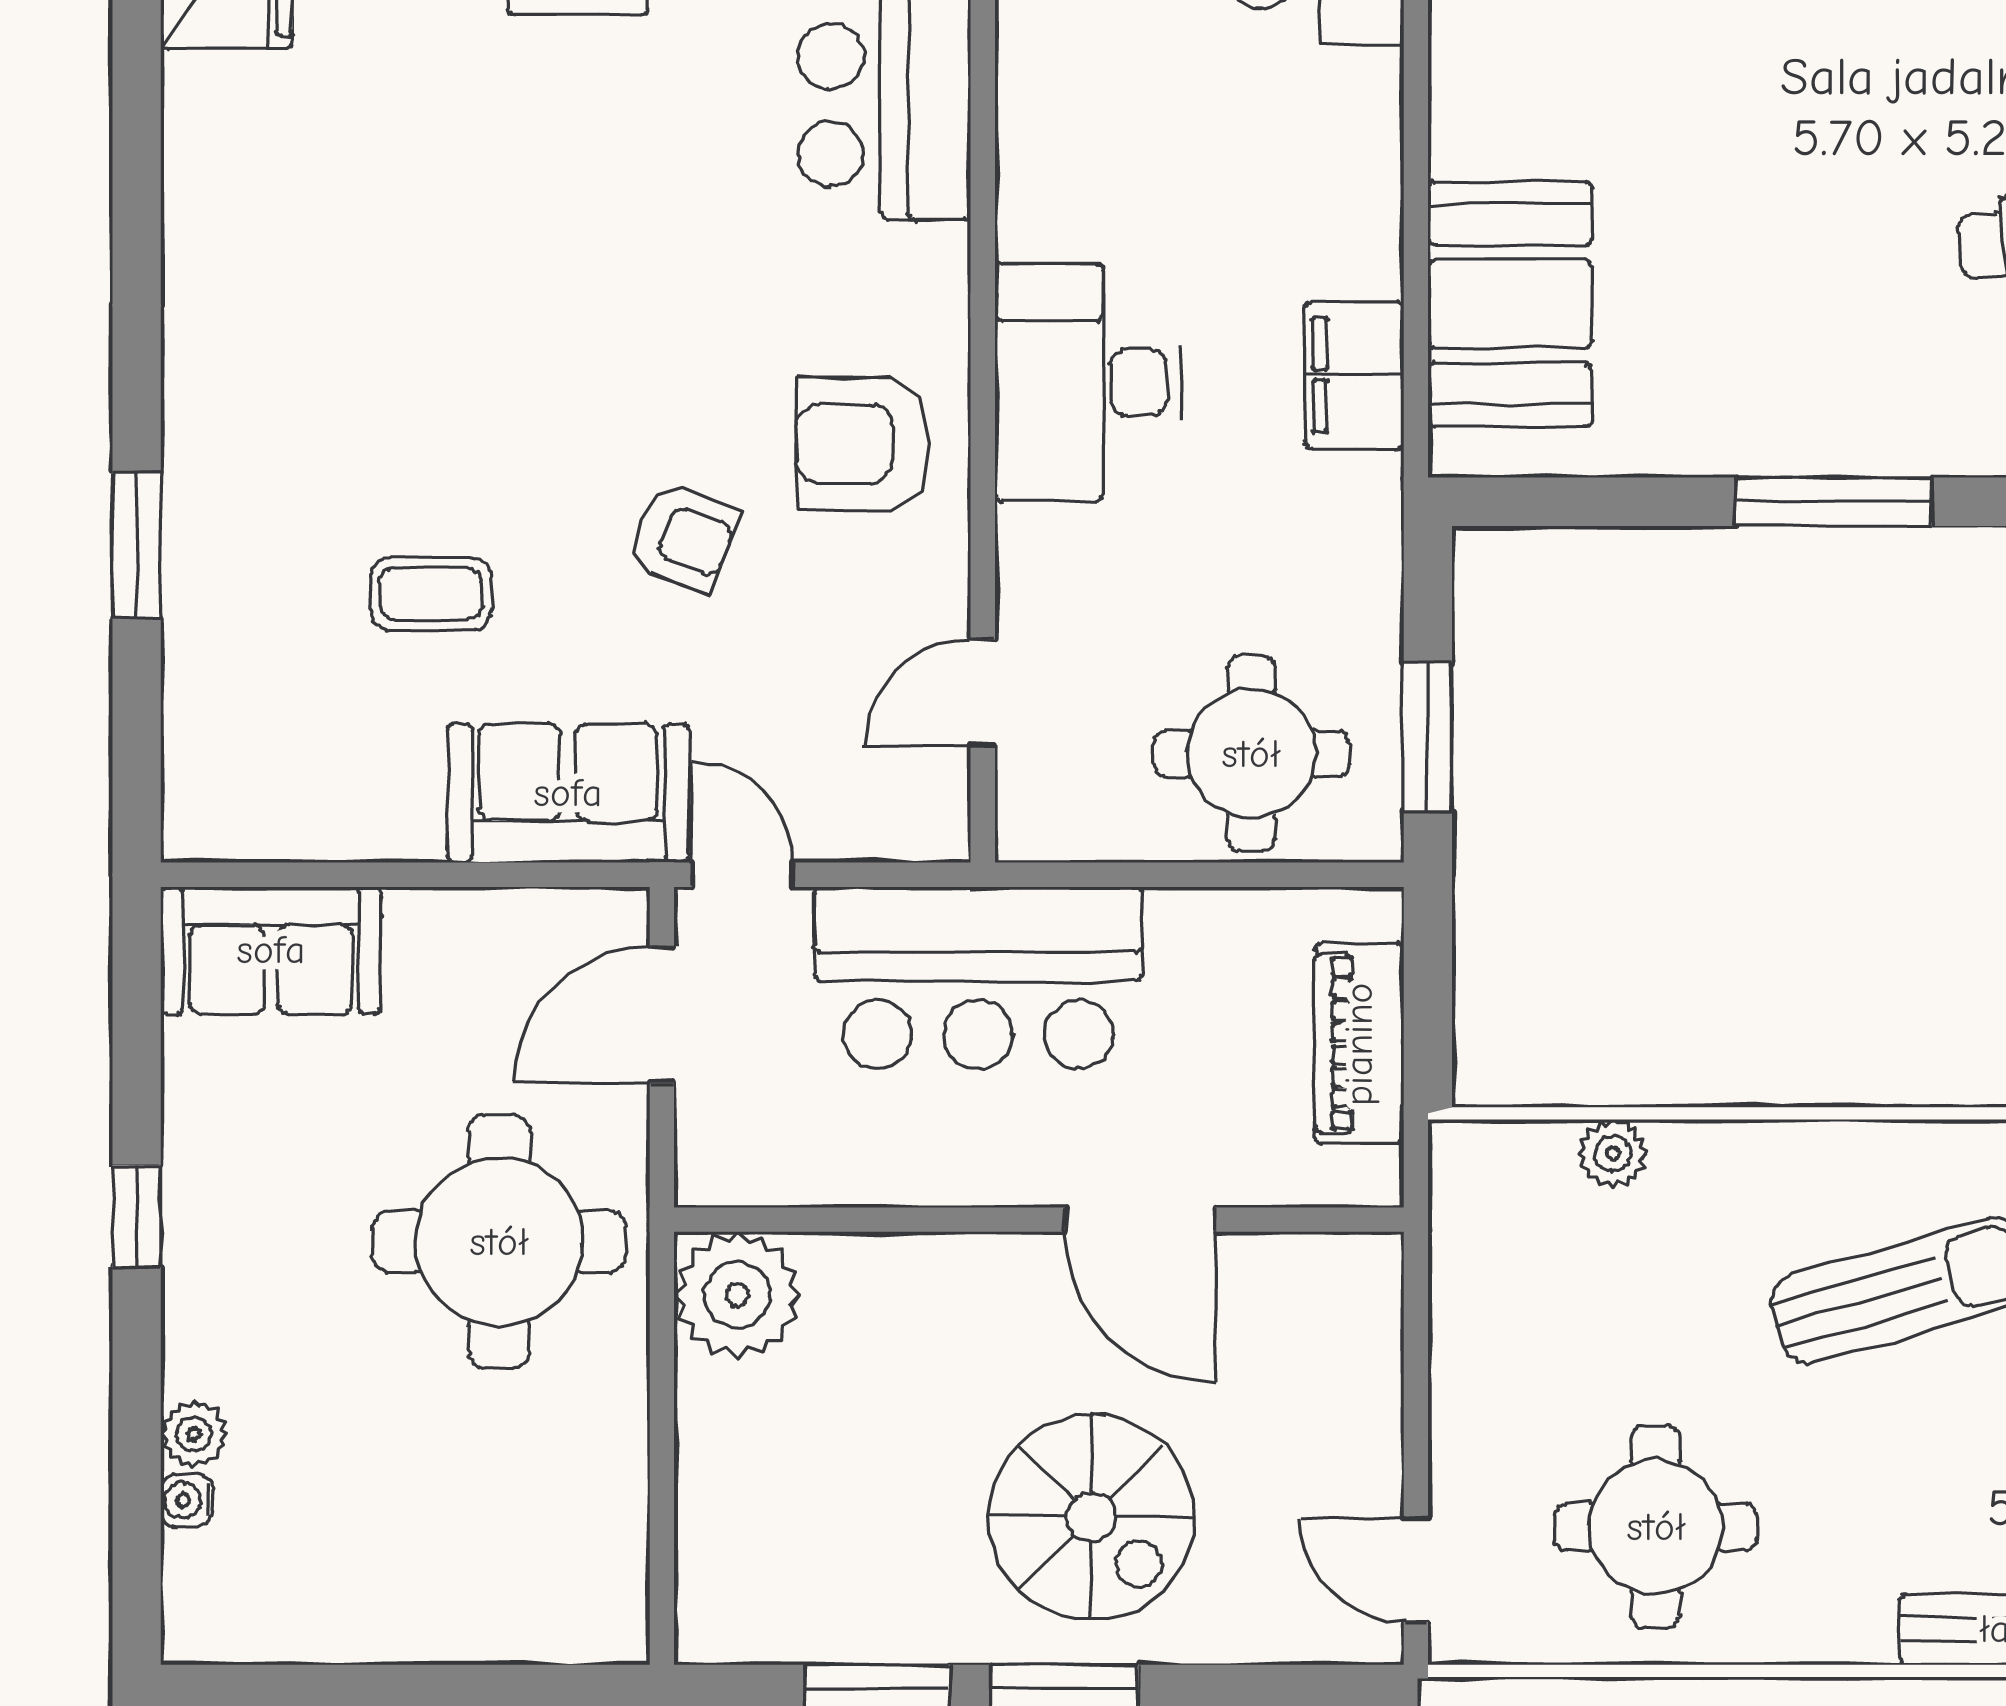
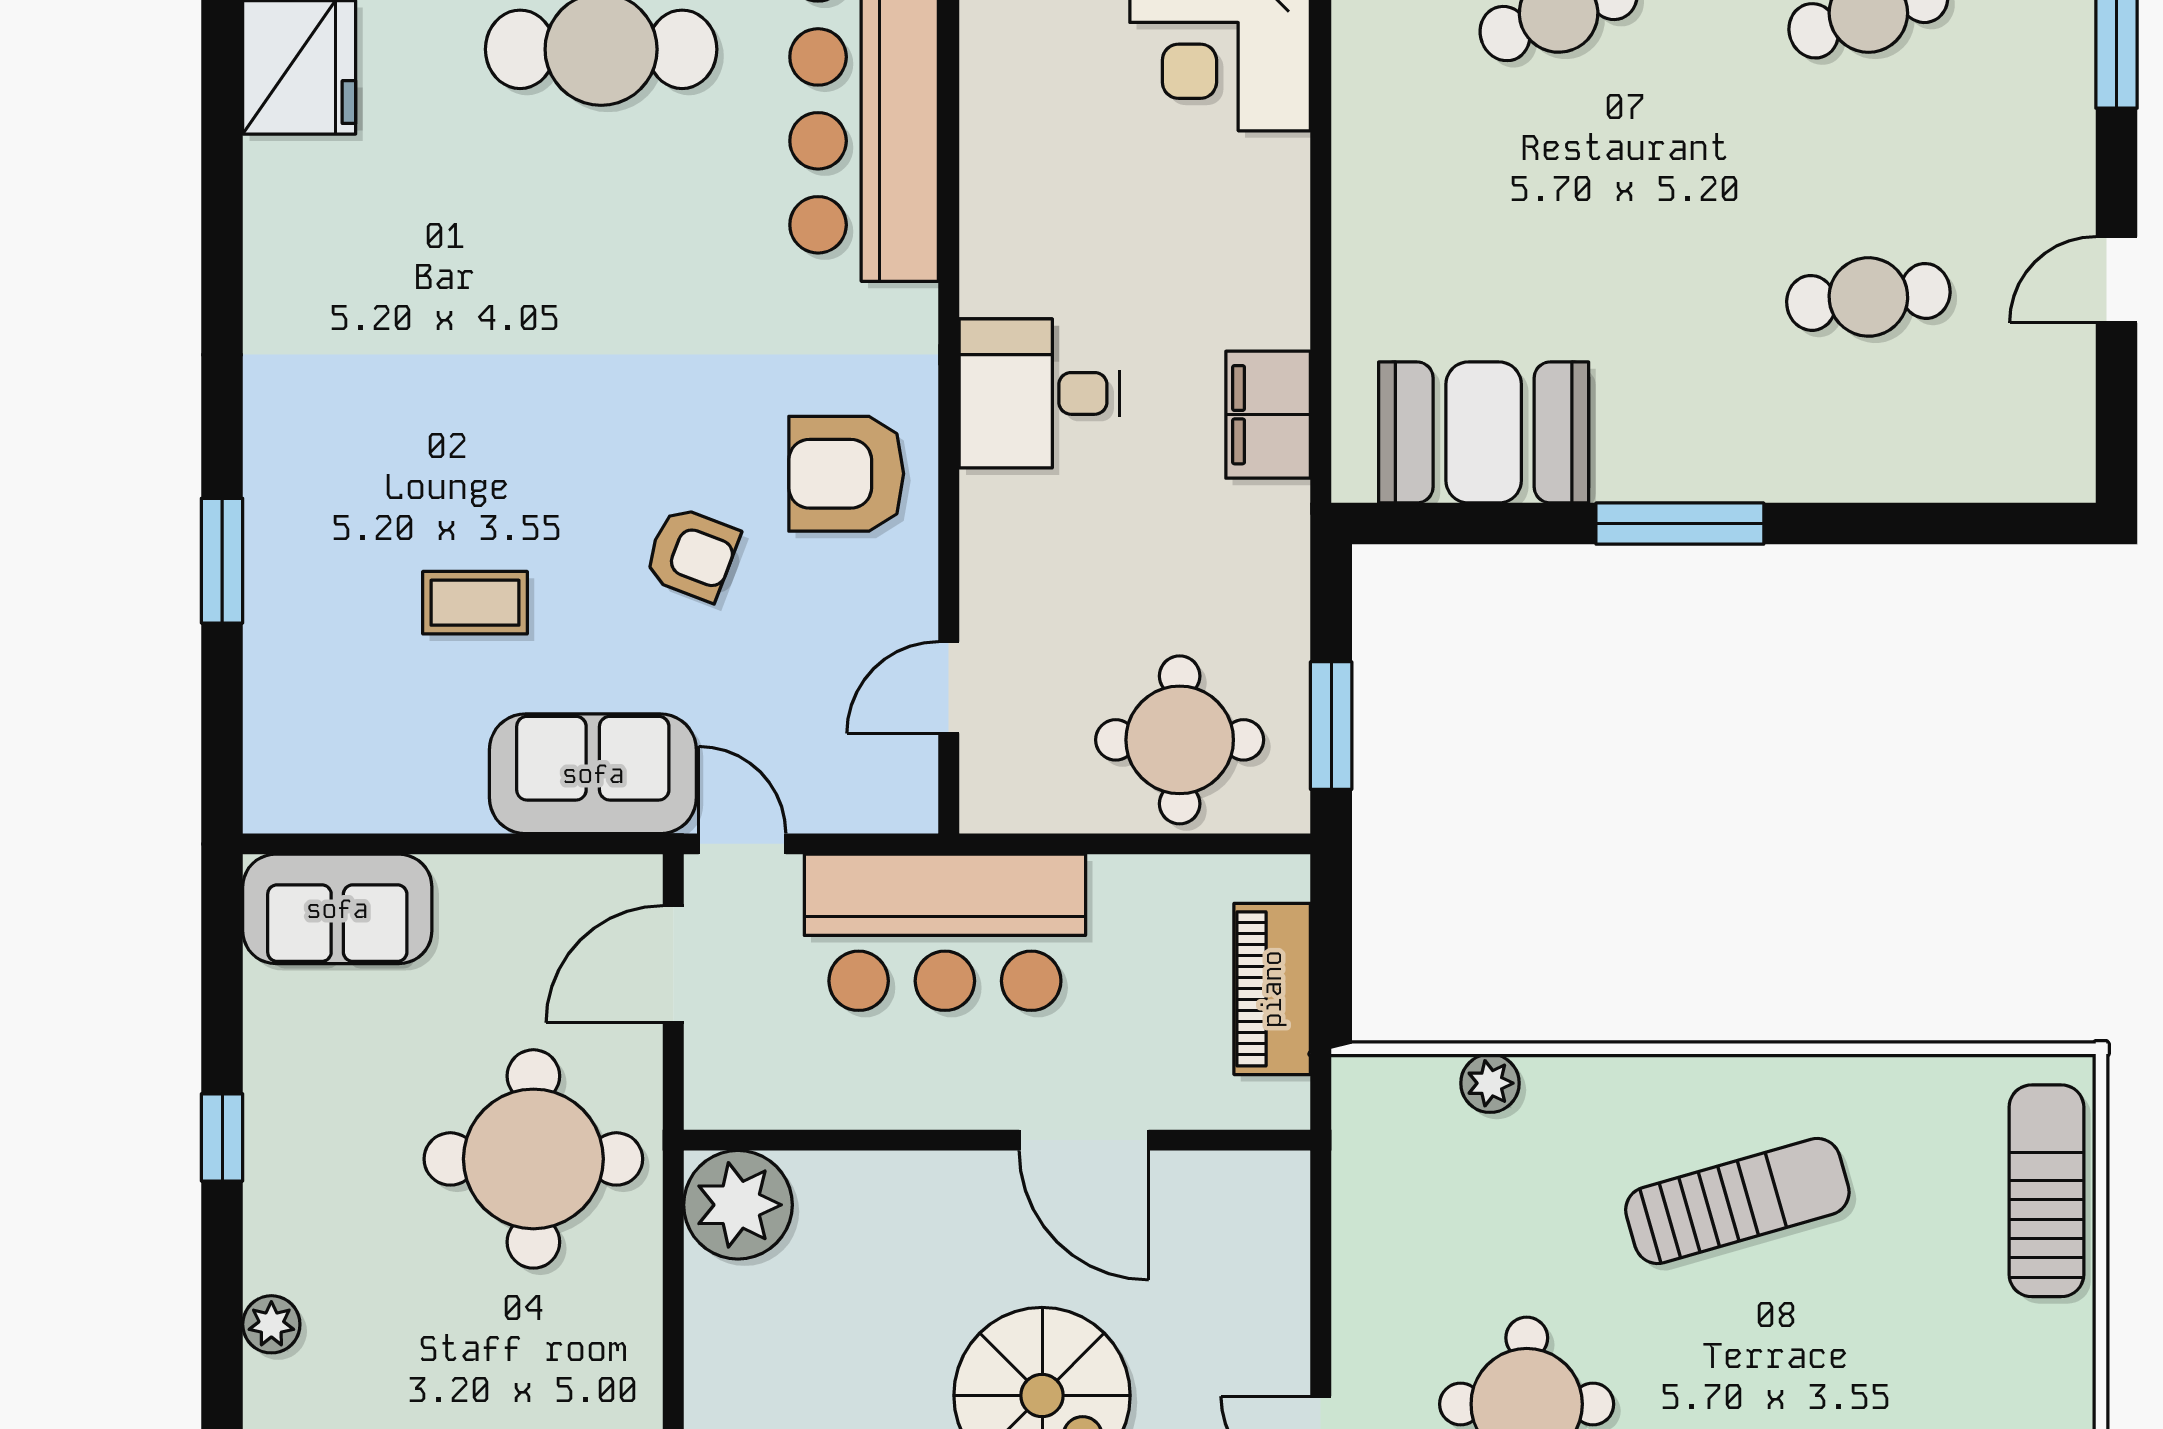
booth: (1510, 304) -> (1484, 432), moved, turned 90
desk: (1088, 383) -> (1039, 393), width x0.73
water cooler: (187, 1500) -> (265, 1381), removed

